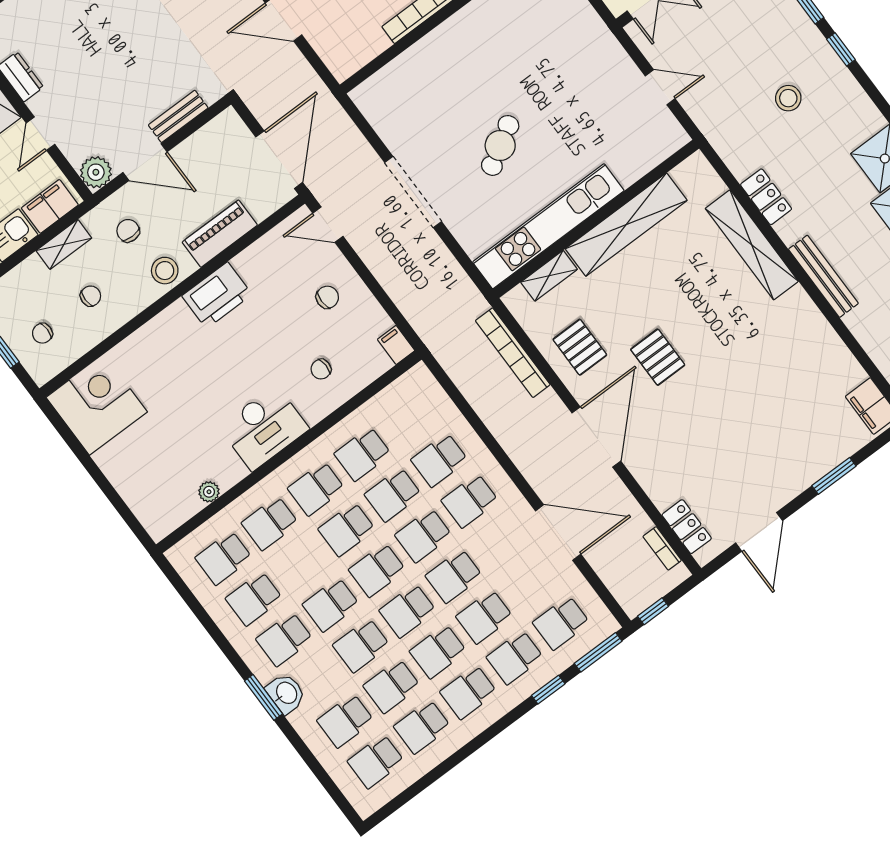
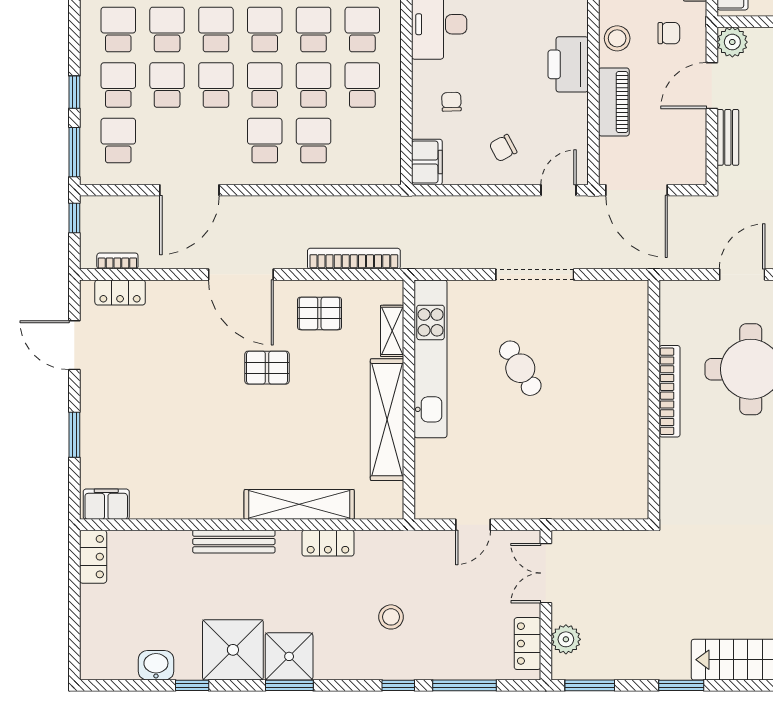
chair: (327, 297) -> (503, 148), turned 62
filing cabinet: (396, 345) -> (427, 162), width x2.00

